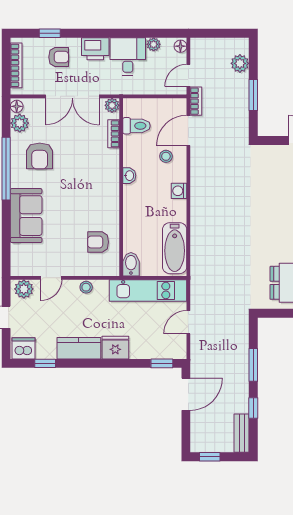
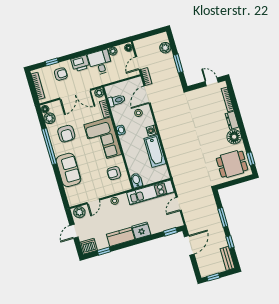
corner sofa: (96, 182) -> (103, 139), added
bathtub: (175, 248) -> (155, 151), moved

